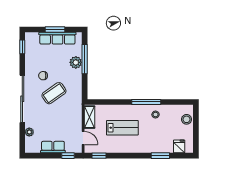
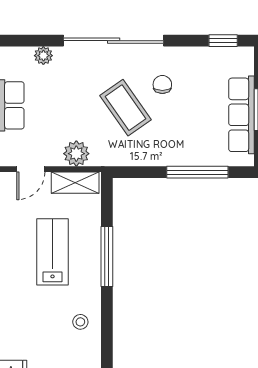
plant: (76, 62) -> (76, 154), moved
window: (146, 102) -> (107, 257), moved
lab bench: (122, 128) -> (53, 252), turned 180

